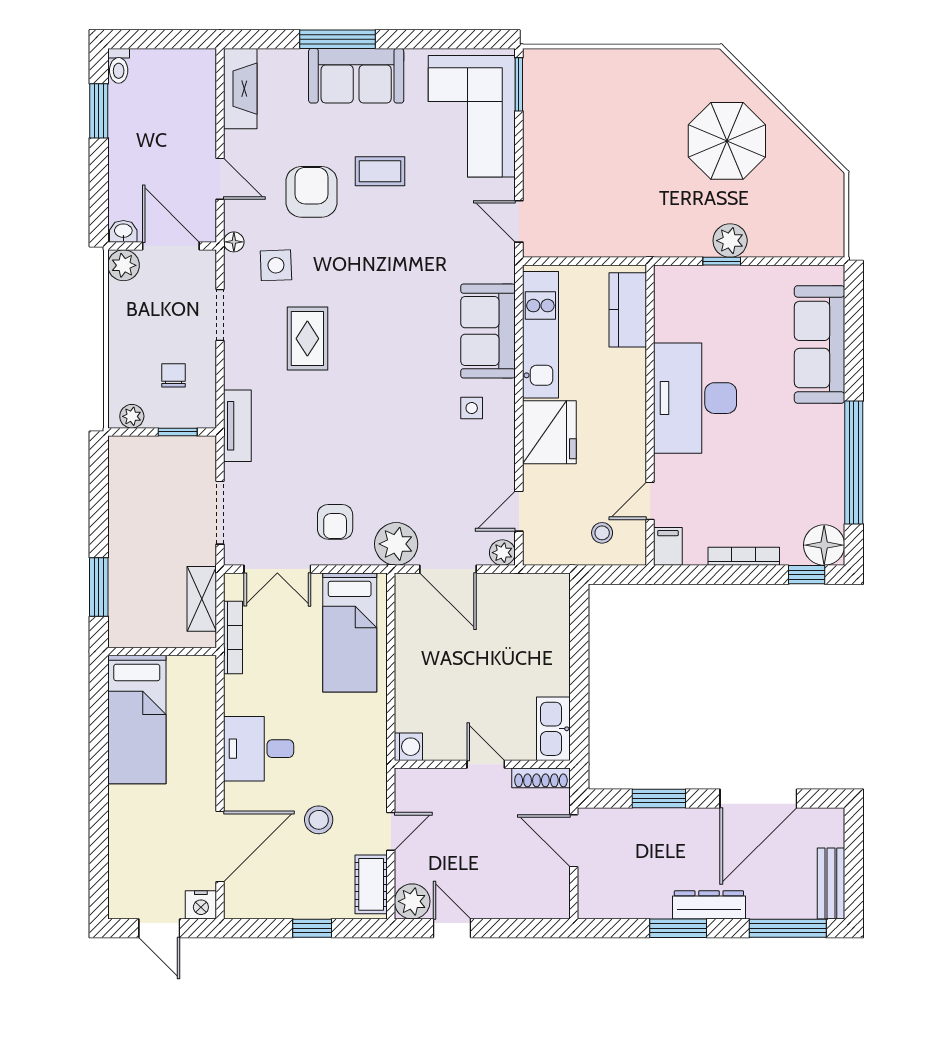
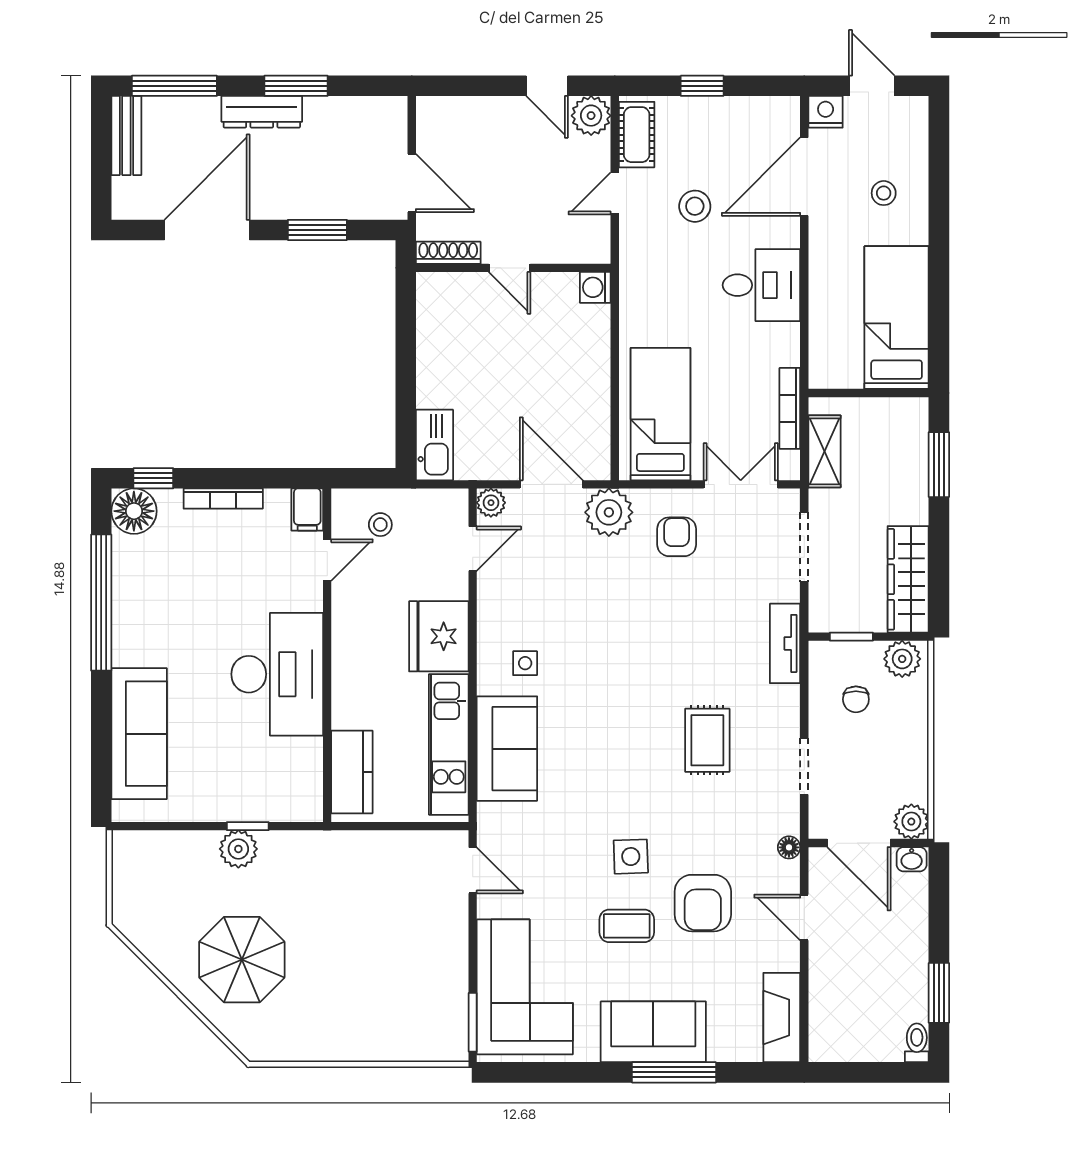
side table: (276, 265) -> (631, 857), moved
plant: (132, 416) -> (902, 659), width x1.38, depth x1.38
wardrobe: (126, 484) -> (908, 579), added
kitchen sink: (553, 729) -> (434, 445), moved
stool: (148, 832) -> (884, 193), added

